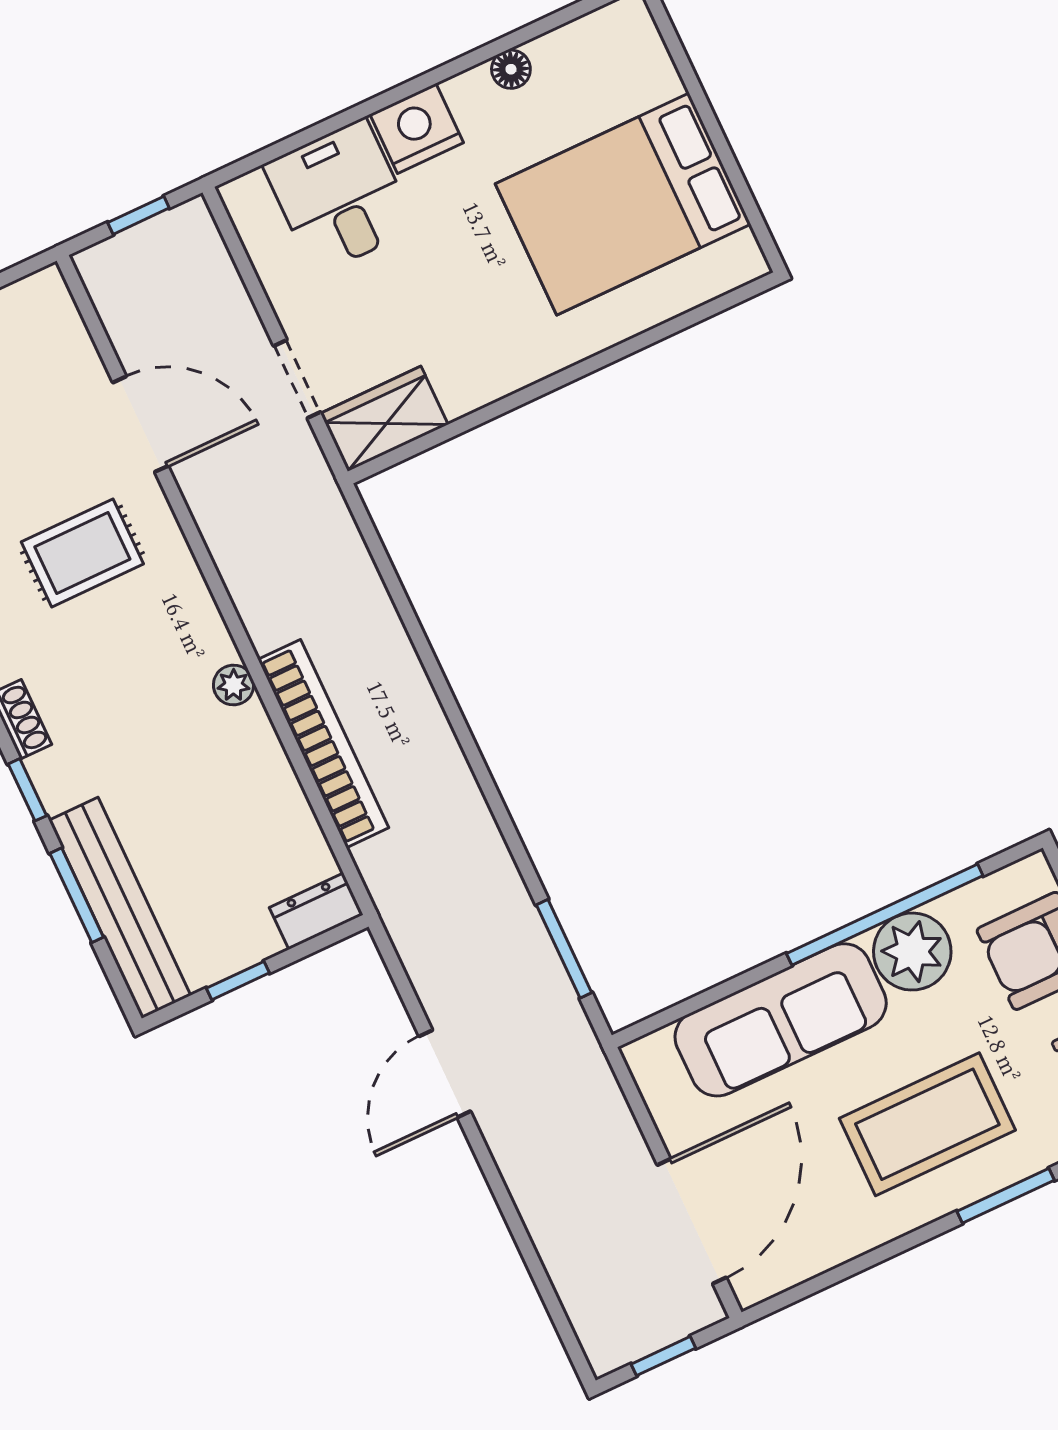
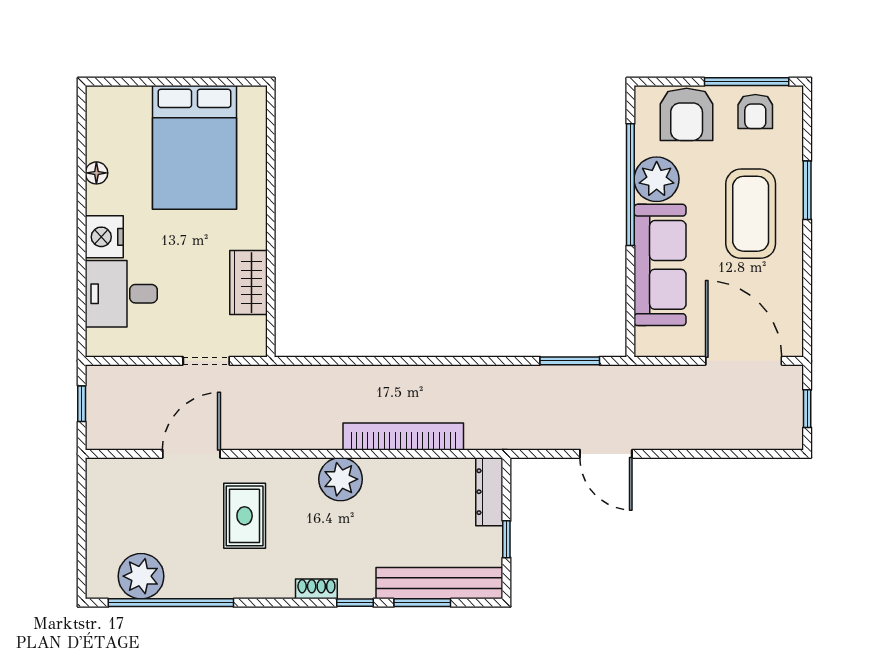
wardrobe: (384, 419) -> (248, 283), moved
plant: (234, 685) -> (341, 479), width x1.87, depth x1.87
dresser: (316, 911) -> (489, 492), width x1.44

